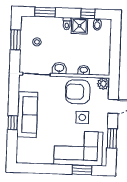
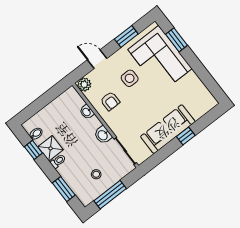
window: (16, 40) -> (110, 195), width x1.44
armchair: (78, 92) -> (110, 101), width x0.53, depth x0.53

